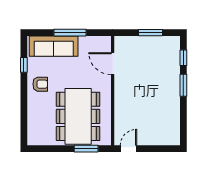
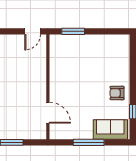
sofa: (54, 46) -> (110, 129), width x0.73
dining table: (78, 116) -> (81, 62), removed

